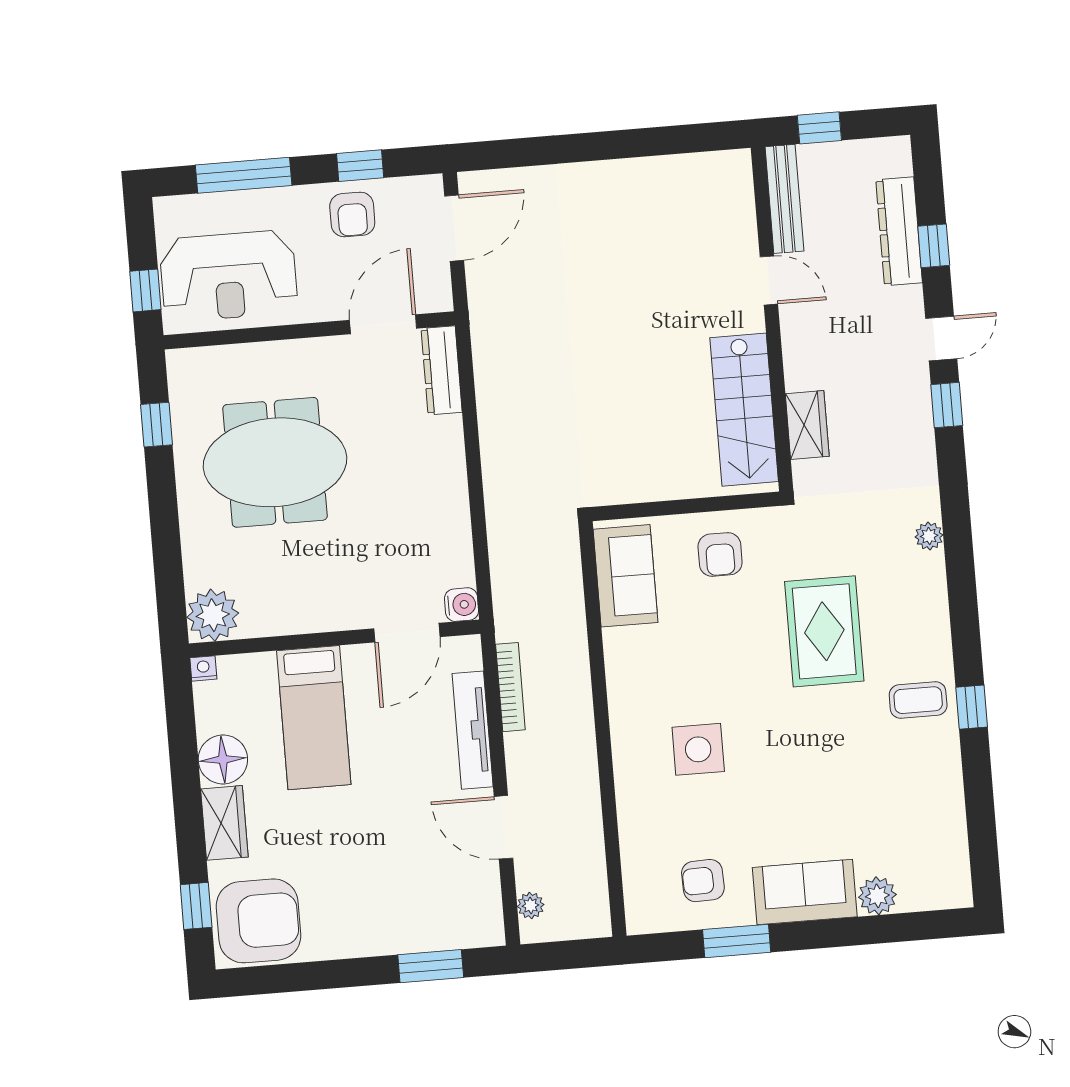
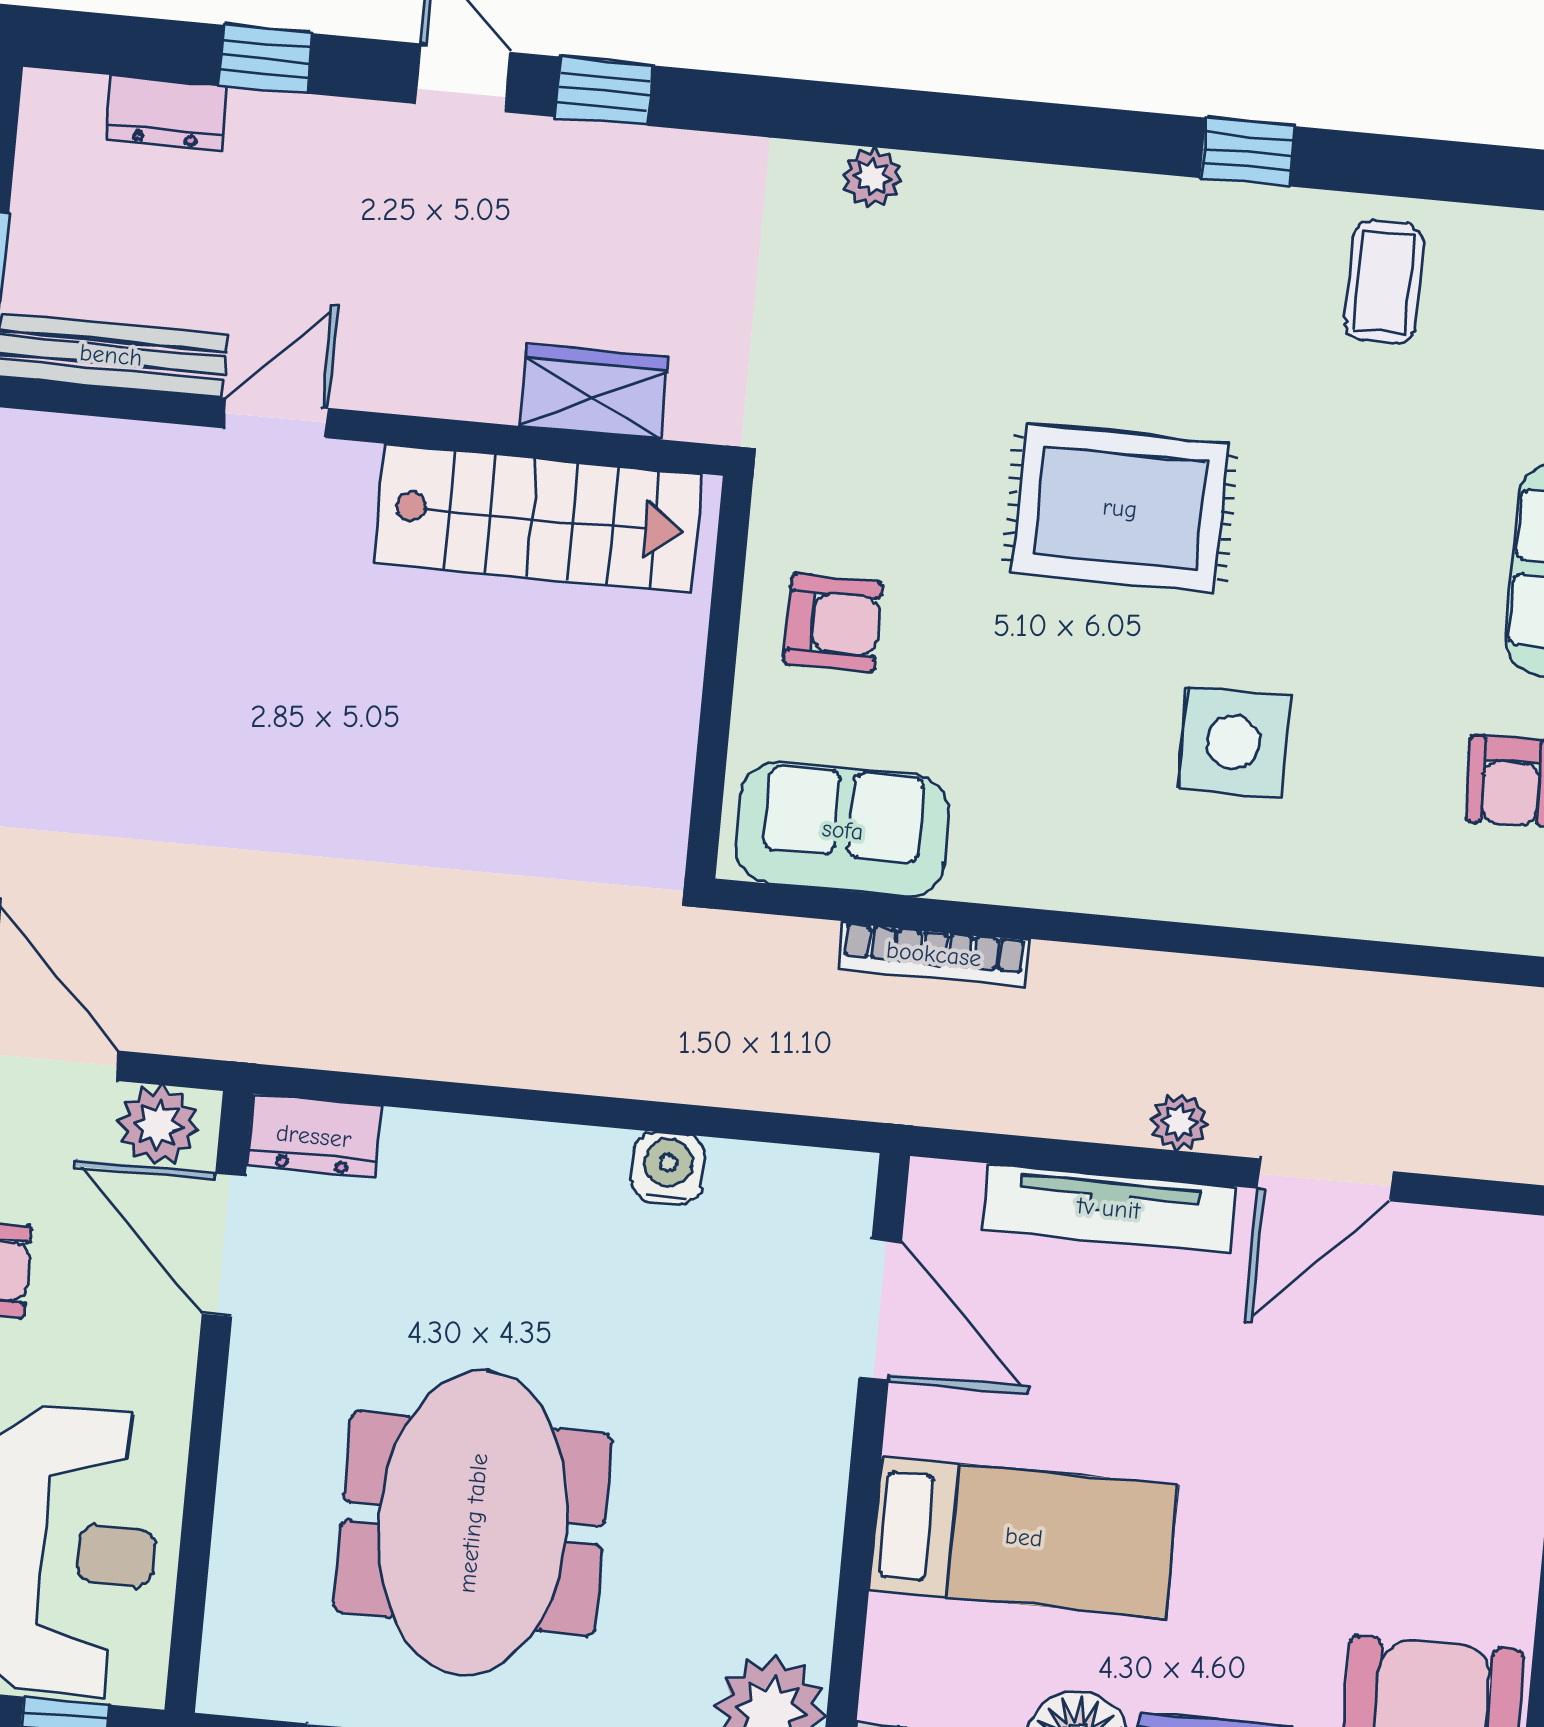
dresser: (899, 231) -> (167, 113), width x0.51, depth x0.80
plant: (433, 284) -> (158, 1125), added
dresser: (442, 370) -> (314, 1136), width x0.70
water cooler: (462, 605) -> (668, 1168), moved
rug: (824, 631) -> (1120, 508), moved
bookcase: (510, 687) -> (934, 954), moved, turned 180
coffee table: (918, 700) -> (1384, 282), moved
plant: (531, 906) -> (1180, 1122), moved

